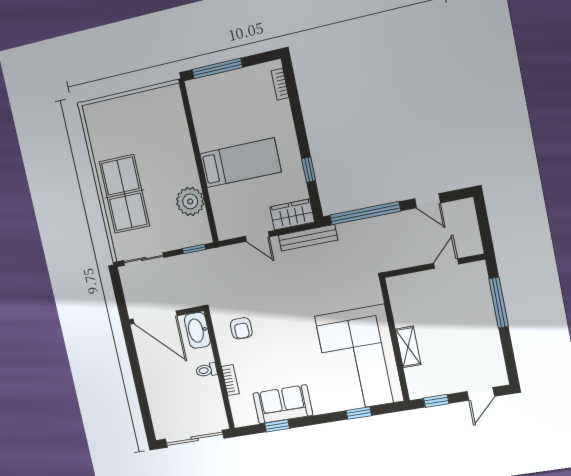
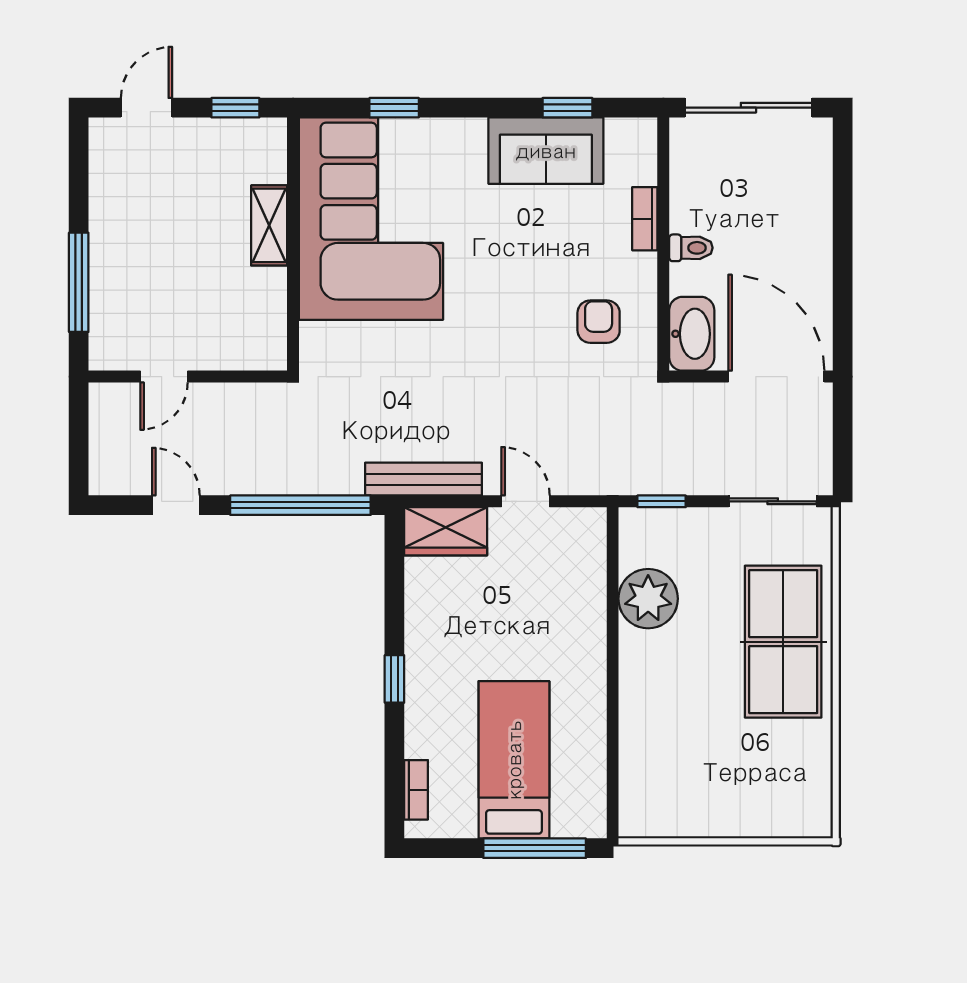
bed: (240, 163) -> (514, 760), moved, turned 90
window: (309, 170) -> (394, 679), moved

